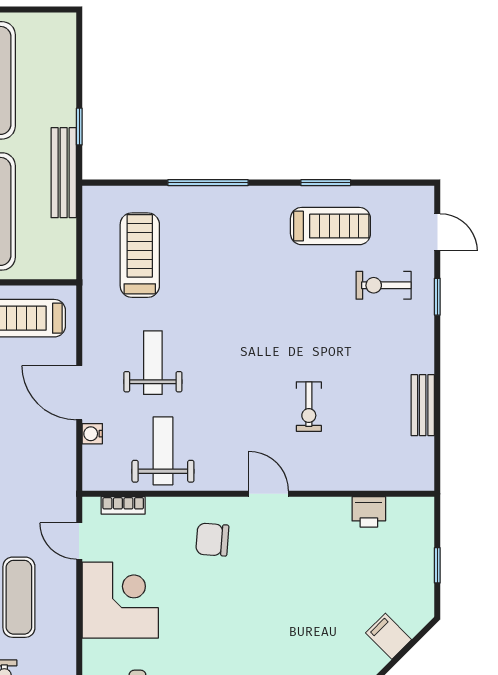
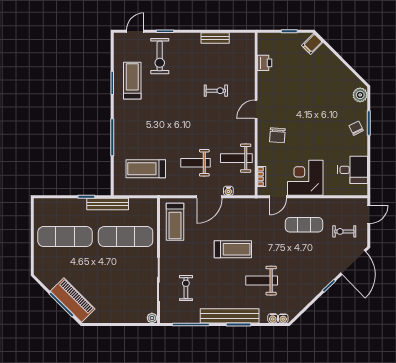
exercise bike: (384, 285) -> (160, 56), width x1.38, depth x1.39
filing cabinet: (389, 636) -> (312, 44), moved

